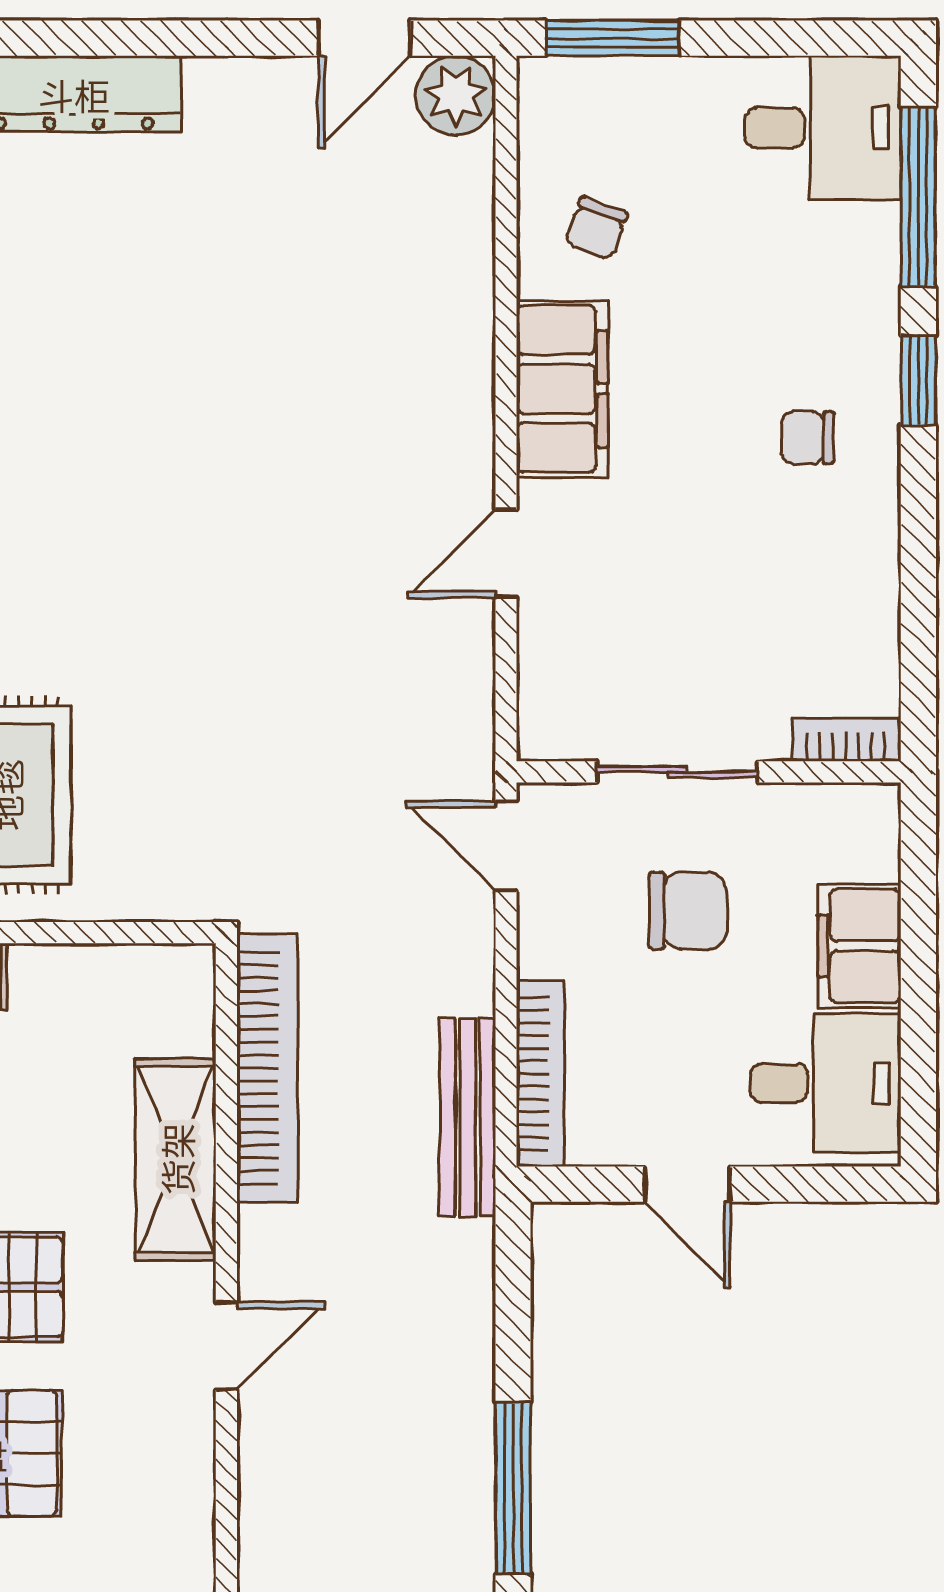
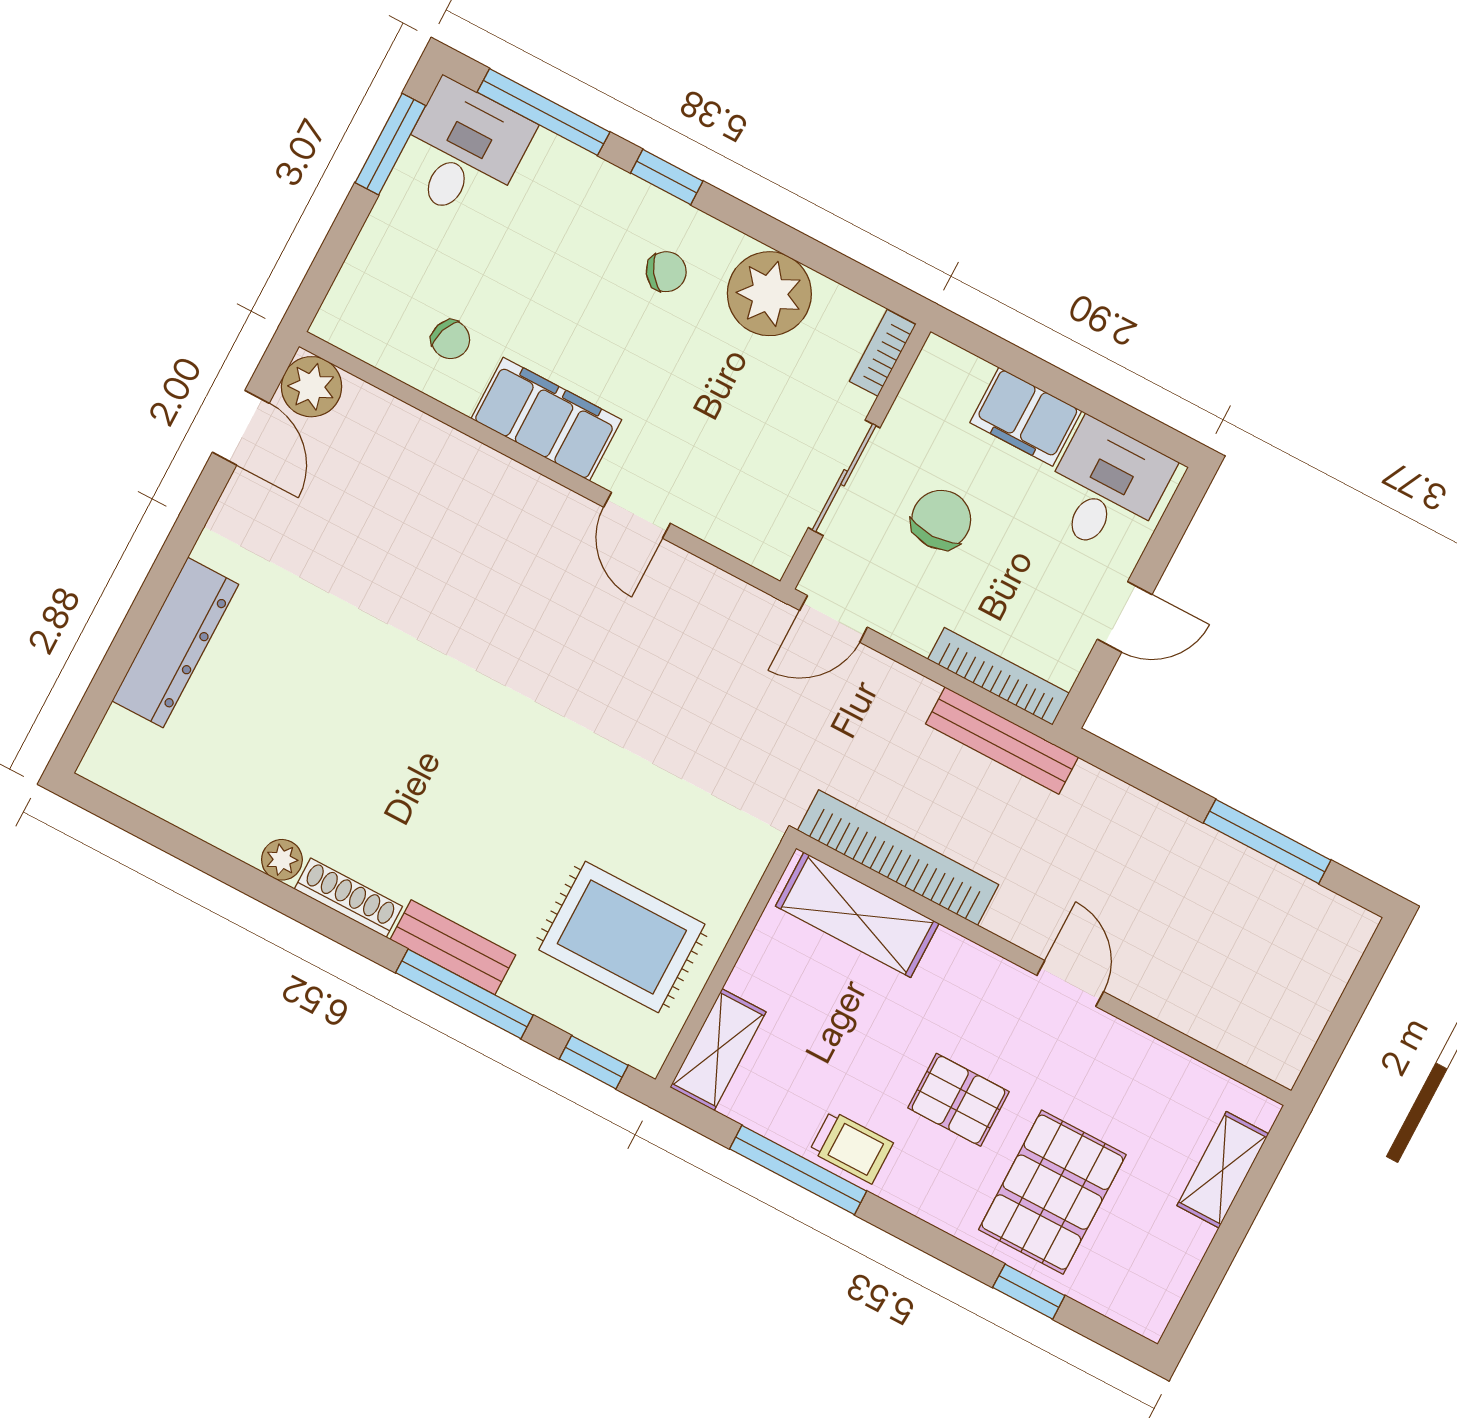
window: (613, 38) -> (390, 144), moved
chair: (808, 438) -> (666, 272), turned -125
plant: (845, 572) -> (769, 294), added
shelving: (176, 1159) -> (857, 915), moved

